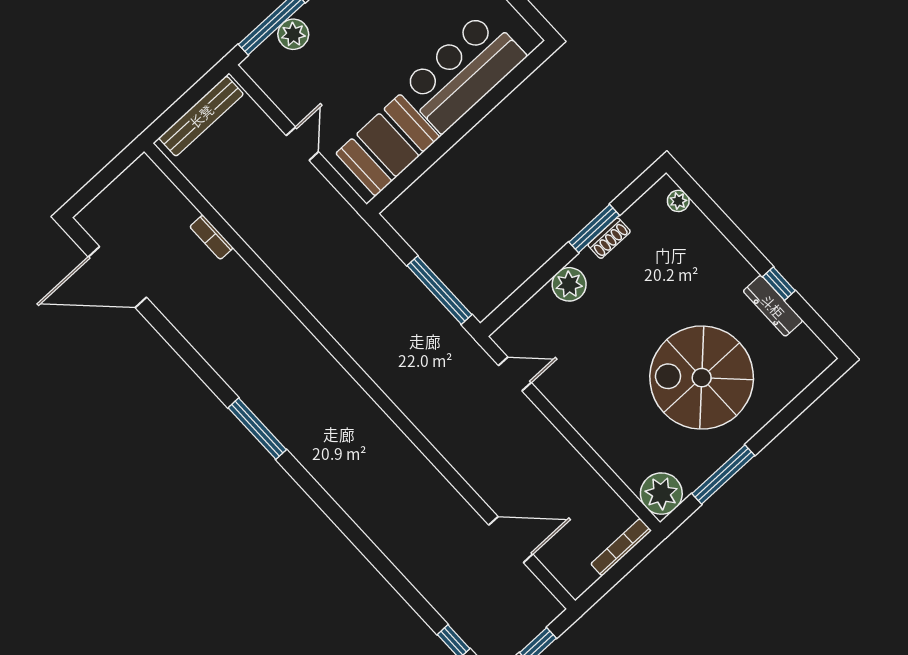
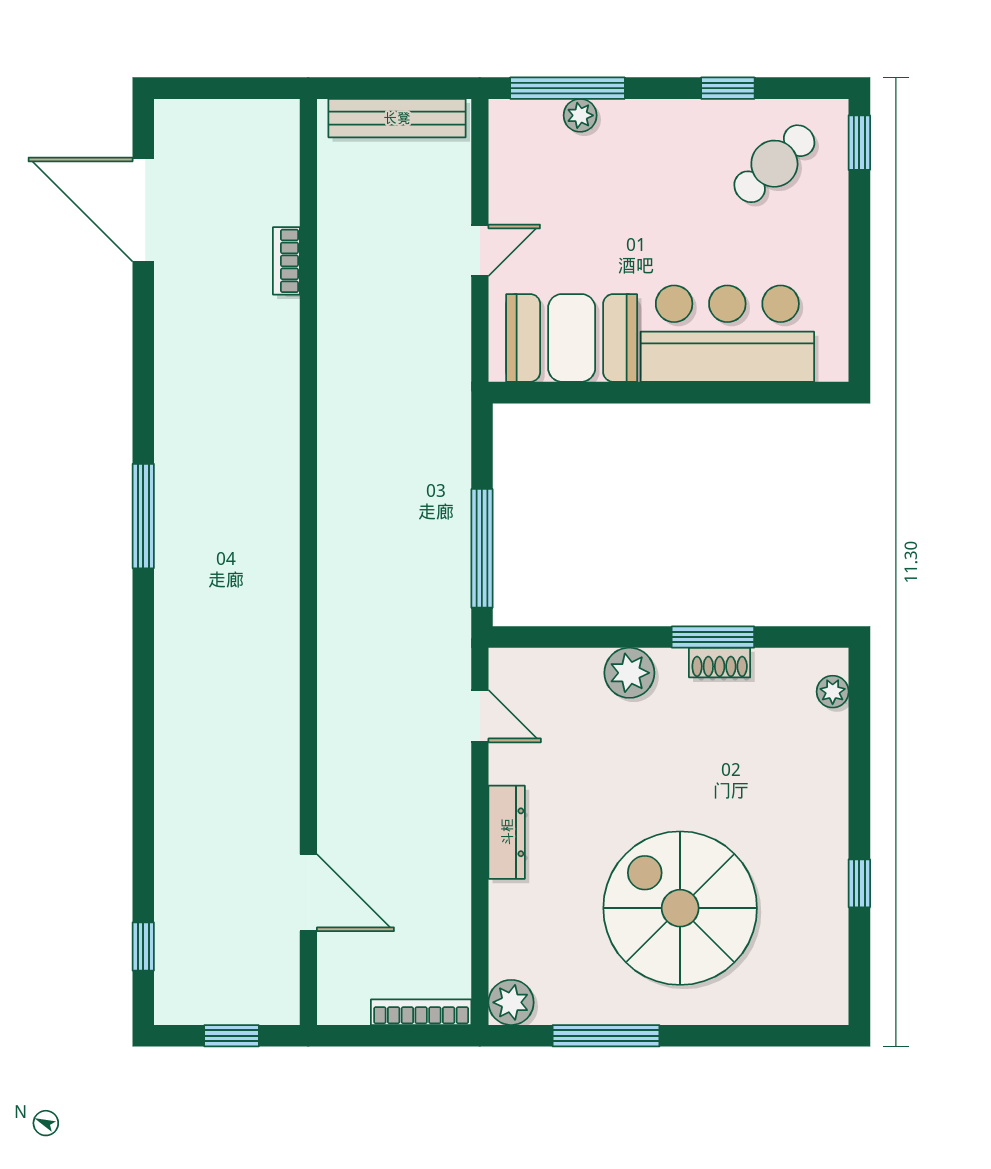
plant: (293, 34) -> (580, 115), width x0.73, depth x0.73
dresser: (773, 306) -> (507, 832), moved, turned 180
plant: (661, 494) -> (511, 1002), width x0.73, depth x0.73

